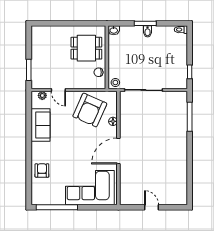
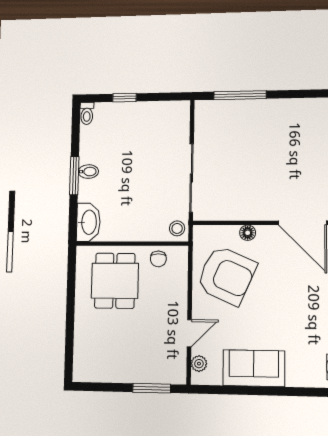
washbasin: (114, 30) -> (88, 222), width x1.91, depth x1.45
window: (190, 72) -> (125, 98), moved

